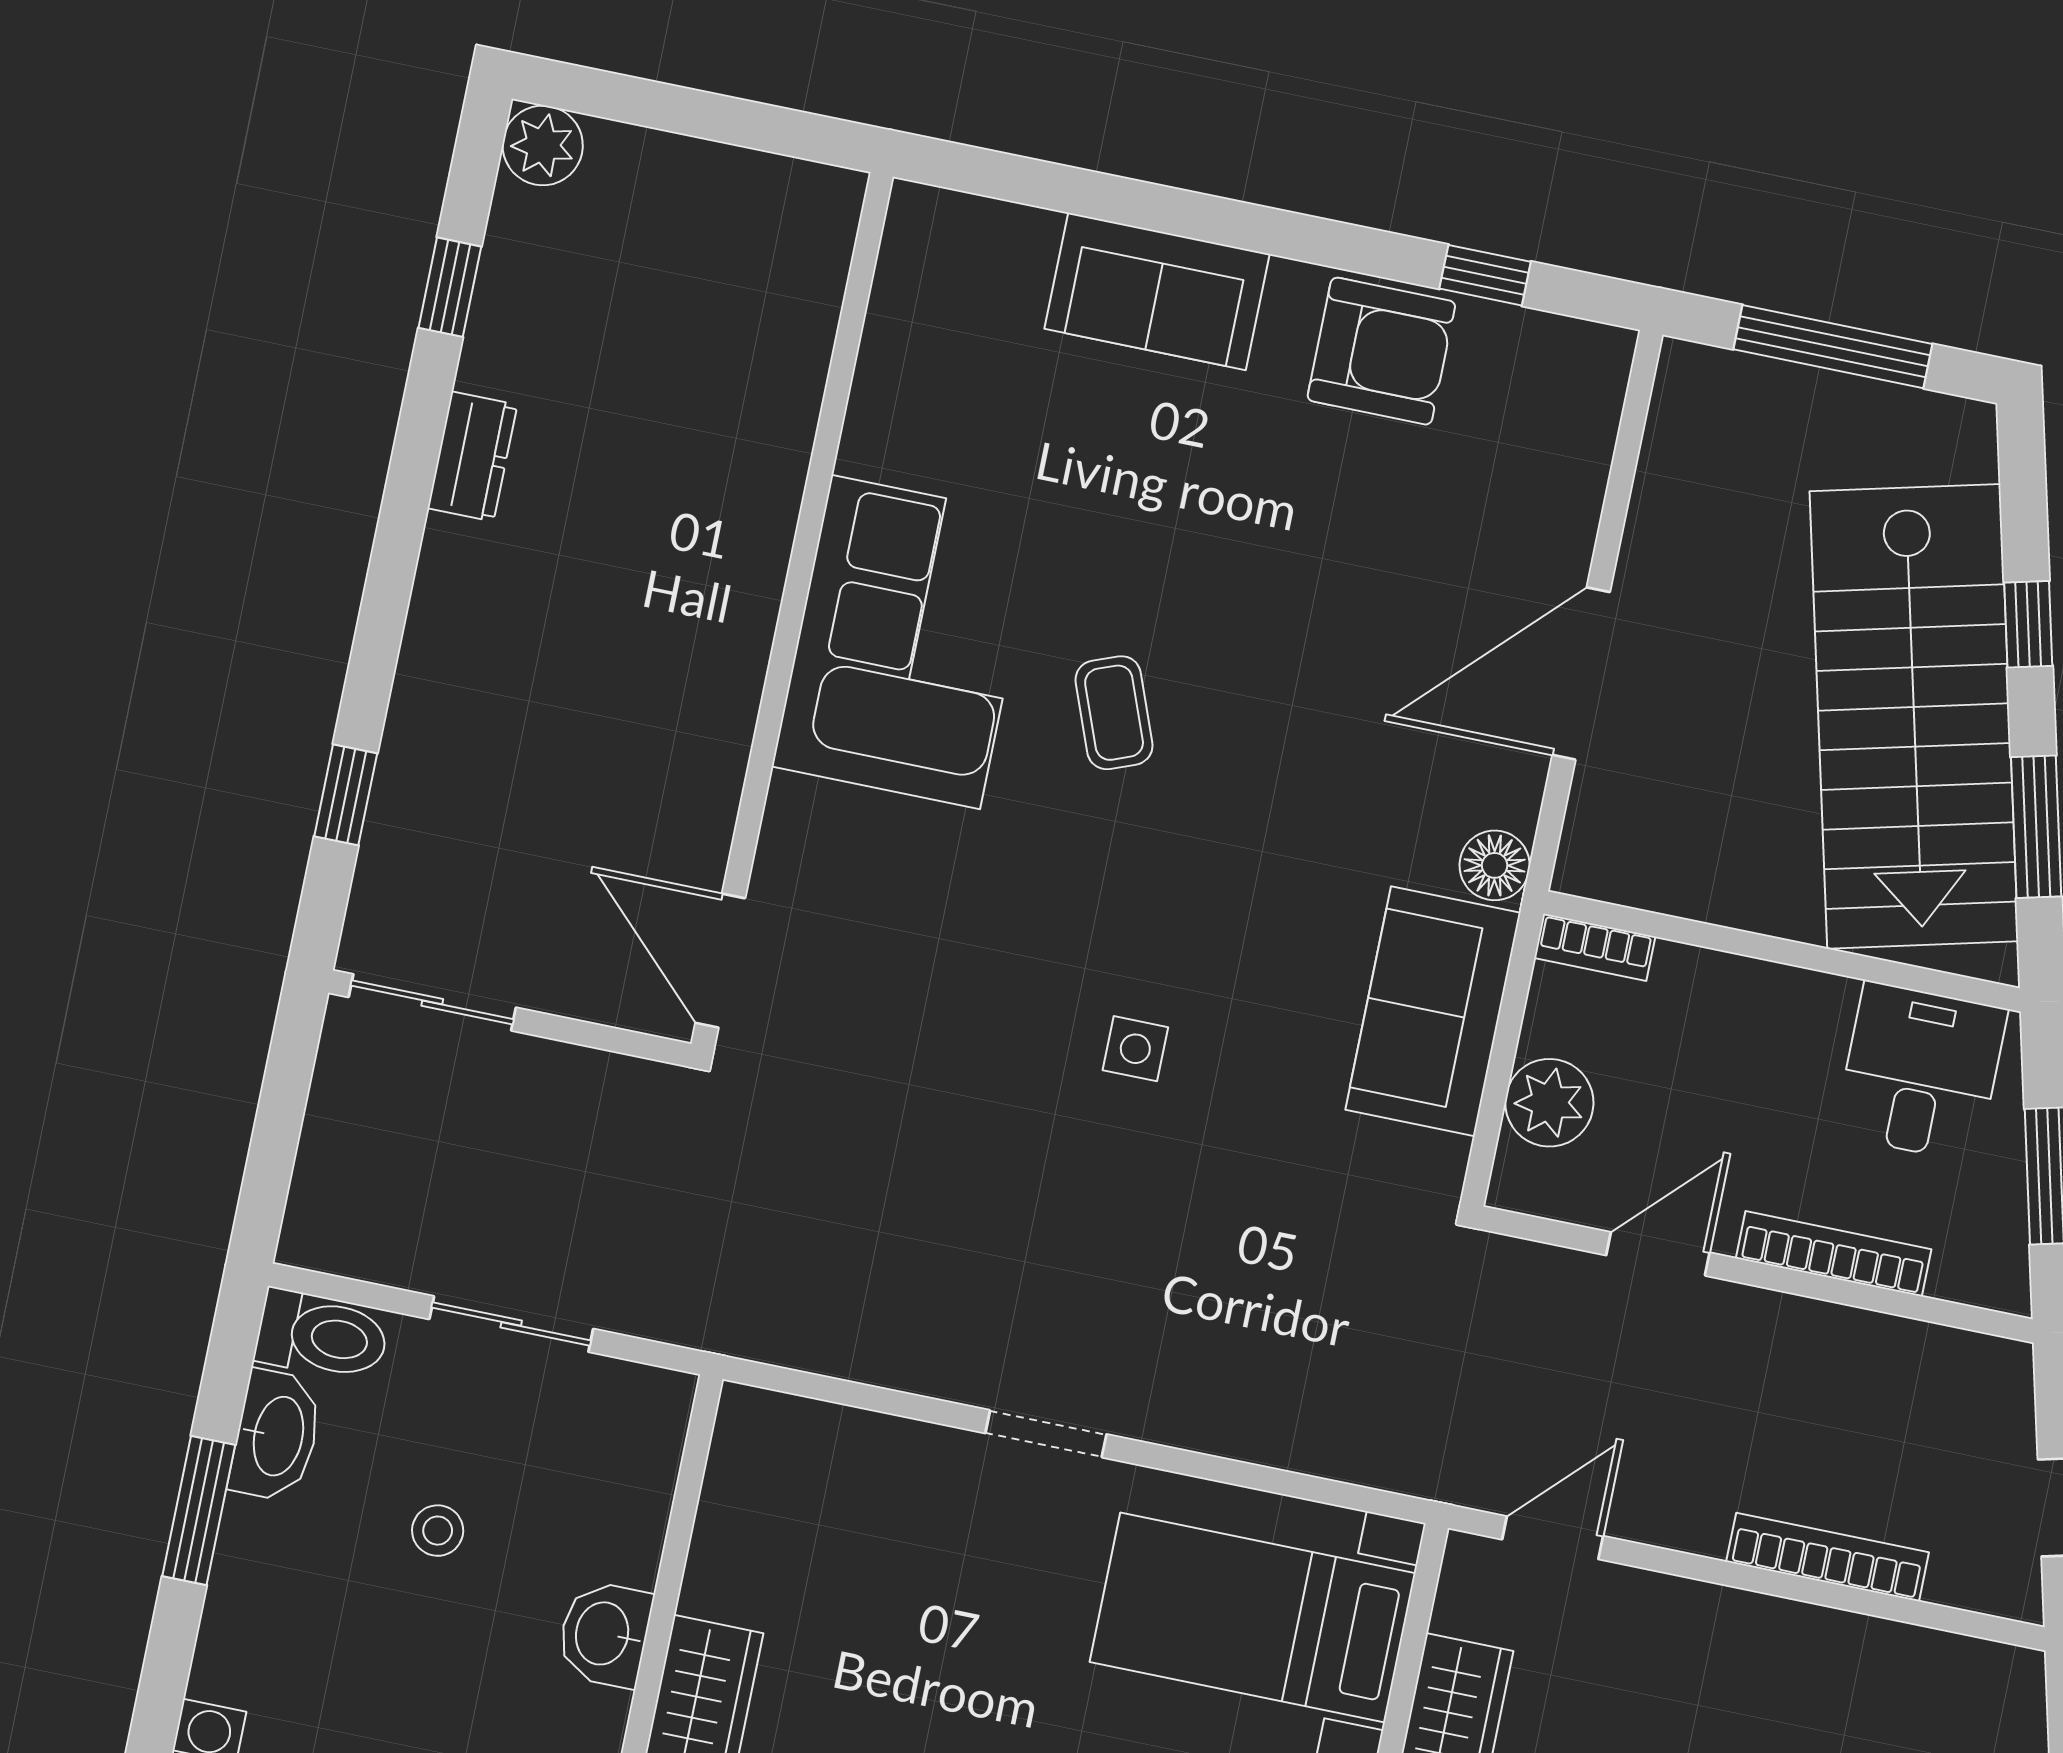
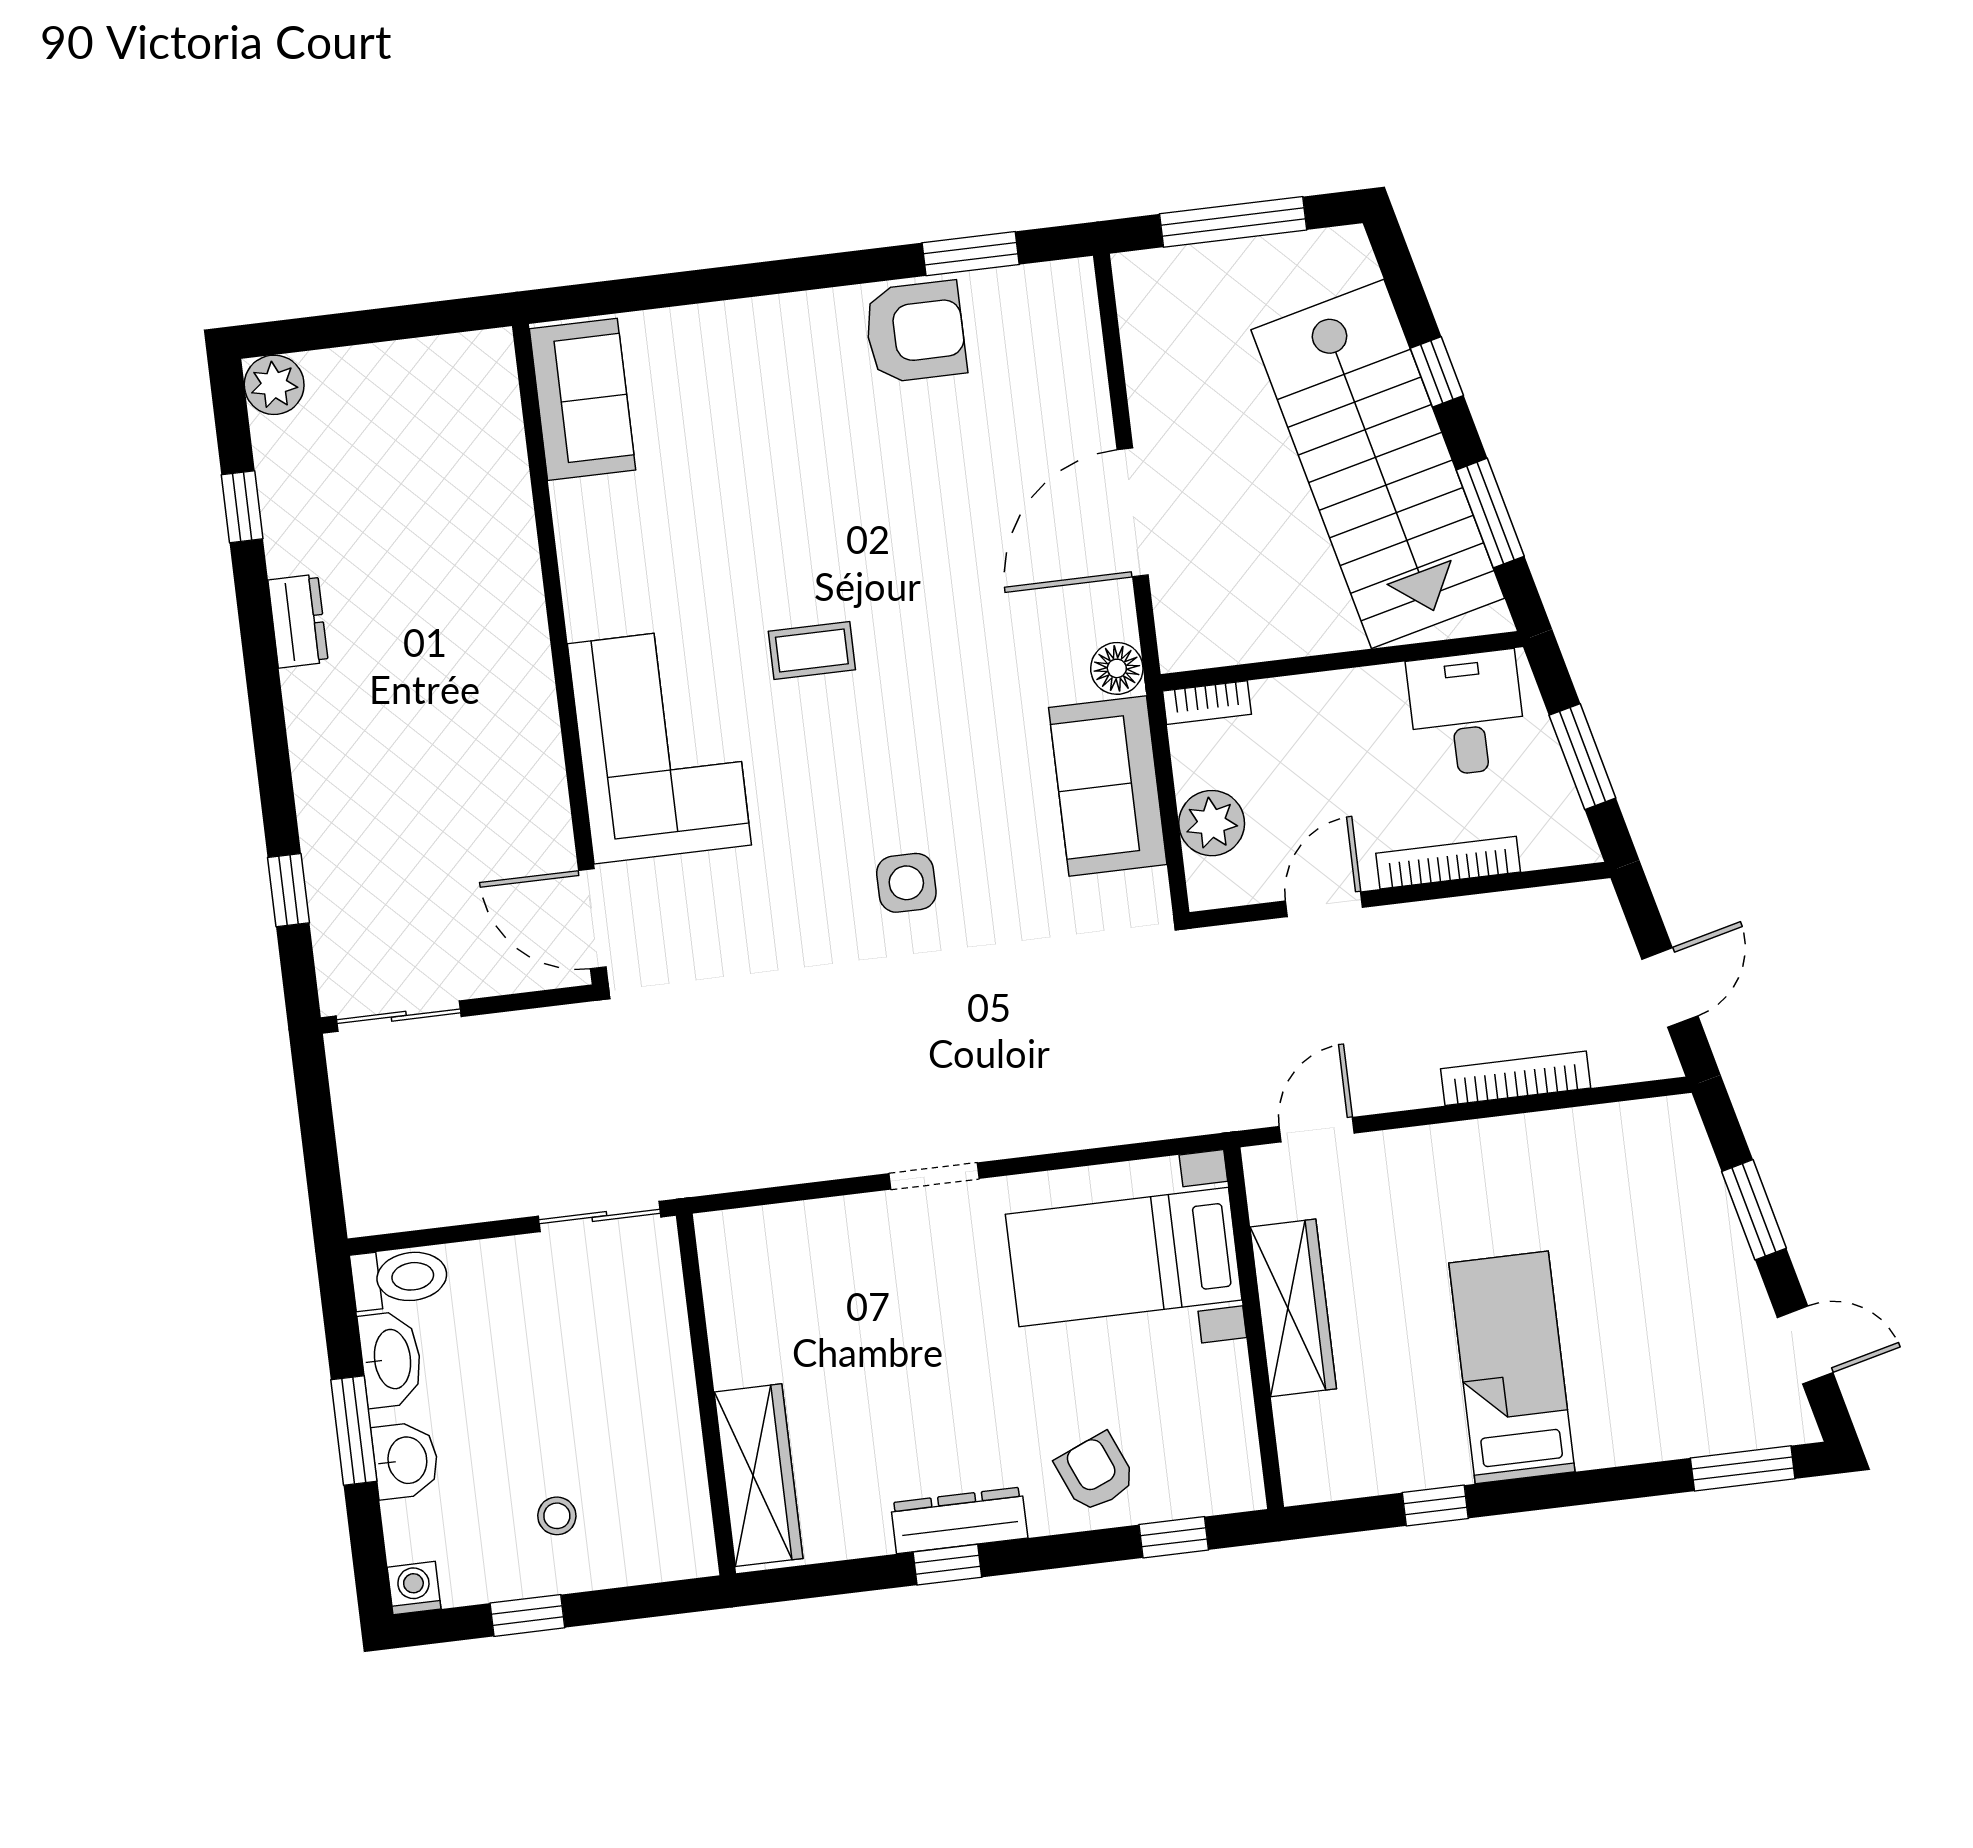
window: (1485, 275) -> (971, 254), width x1.50
sofa: (1157, 291) -> (582, 399), moved, turned -90
corner sofa: (906, 642) -> (659, 744), moved
coffee table: (1114, 713) -> (812, 650), turned -69
side table: (1135, 1049) -> (906, 883), width x1.37, depth x1.37
sliding door: (511, 1324) -> (599, 1217), moved
stool: (438, 1531) -> (557, 1516), moved
washbasin: (604, 1634) -> (406, 1460), moved, turned 180

